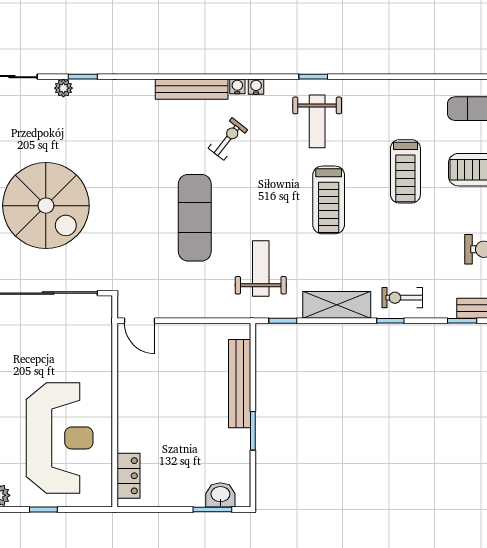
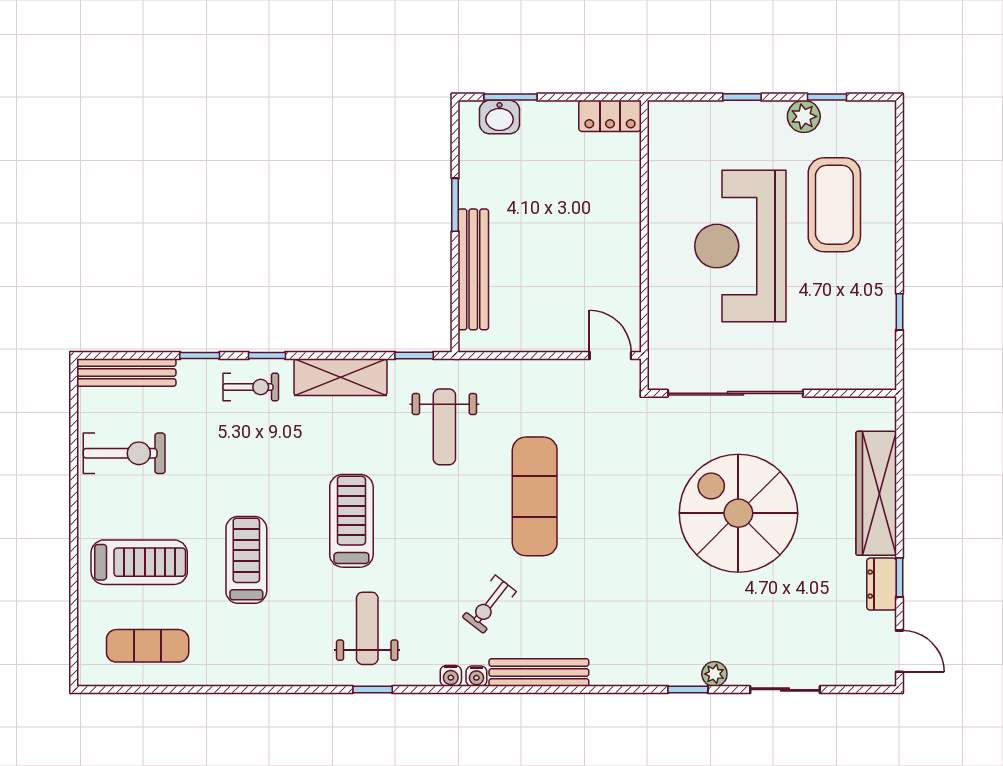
window: (462, 321) -> (200, 355), moved
reception desk: (60, 438) -> (740, 246), moved
locker: (129, 476) -> (610, 116), moved, turned -90

